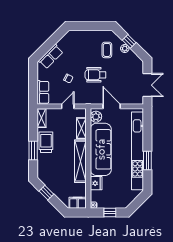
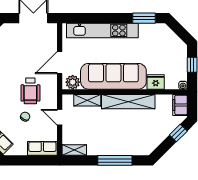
wheelchair: (96, 75) -> (30, 91), moved
trolley: (46, 142) -> (105, 145), removed
window: (33, 150) -> (115, 160), width x1.44
kitchen unit: (137, 151) -> (102, 30), width x0.73
window: (147, 160) -> (144, 18), moved
window: (46, 193) -> (178, 133), moved

